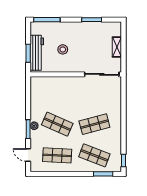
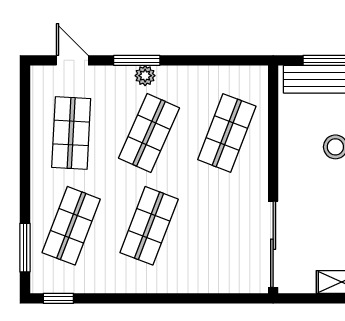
shop shelf: (57, 93) -> (227, 133), added
shop shelf: (94, 124) -> (149, 226), turned 36
door: (28, 155) -> (72, 60), hinge flipped

